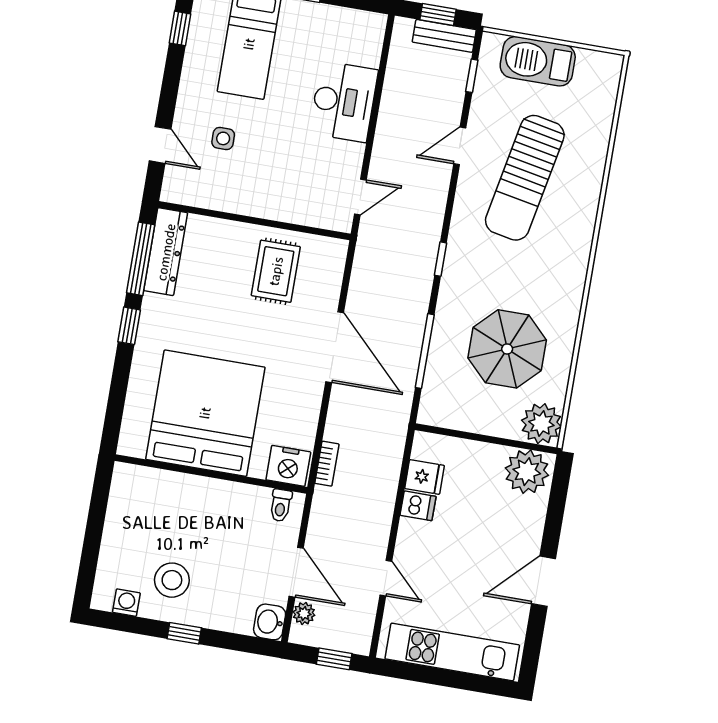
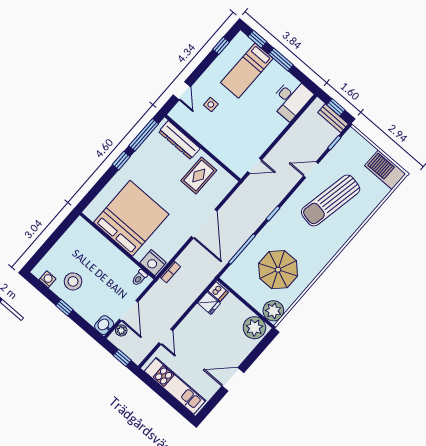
barbecue: (538, 61) -> (385, 170), moved
desk: (344, 102) -> (291, 99), moved
dresser: (166, 252) -> (179, 140), moved, turned 90
dishwasher: (418, 506) -> (218, 291), moved

